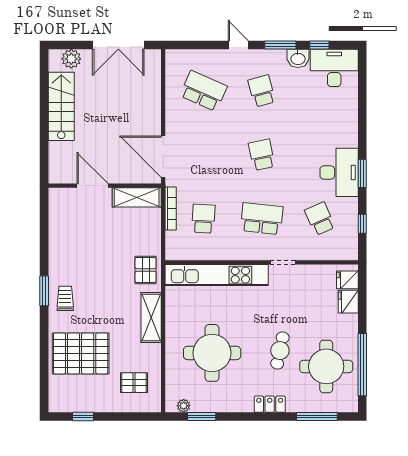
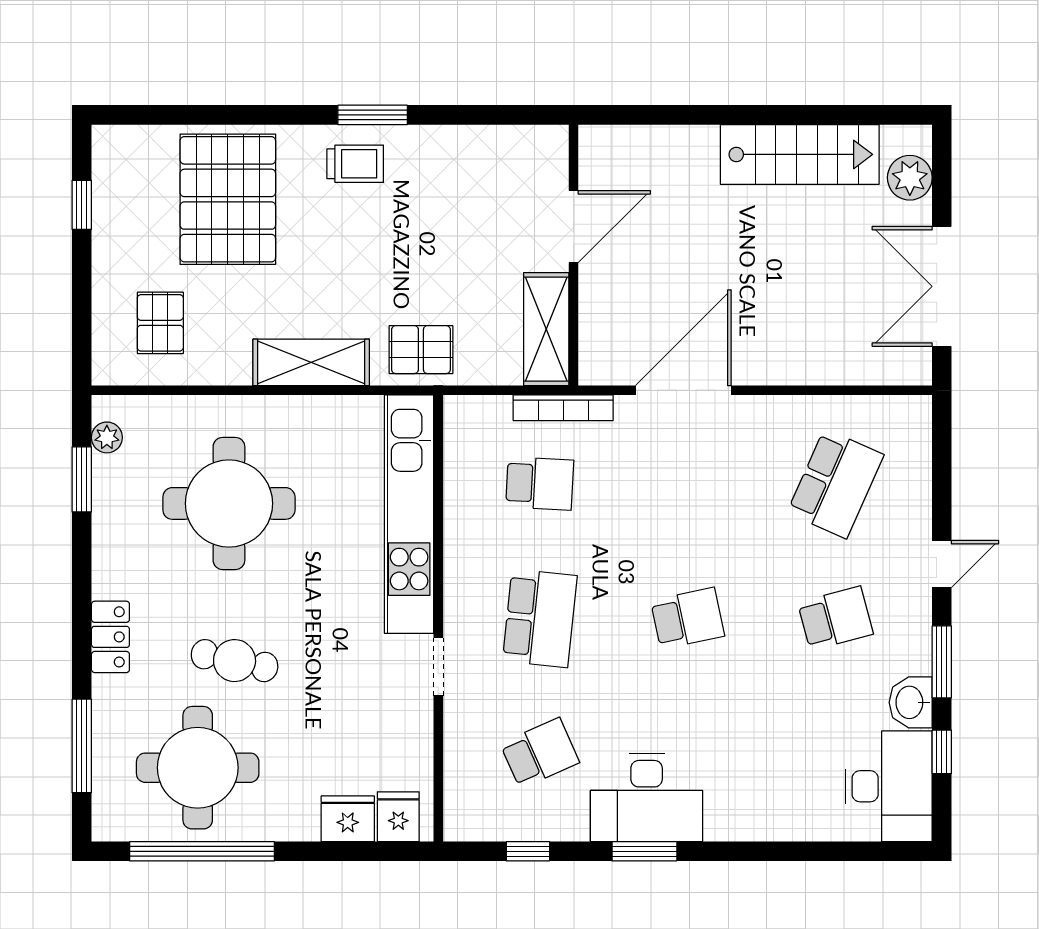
door: (92, 186) -> (574, 227), moved
wall: (105, 186) -> (574, 255), moved
shelving: (137, 197) -> (546, 329), moved

